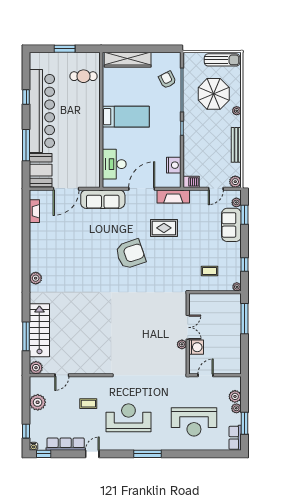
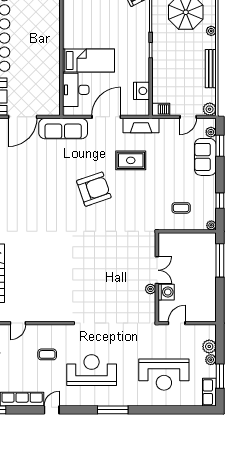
bed: (126, 117) -> (89, 61), moved

